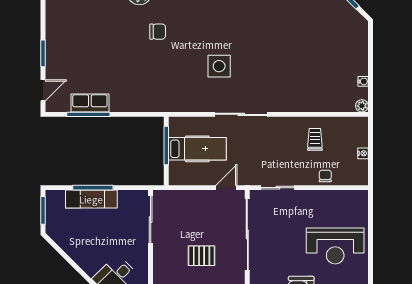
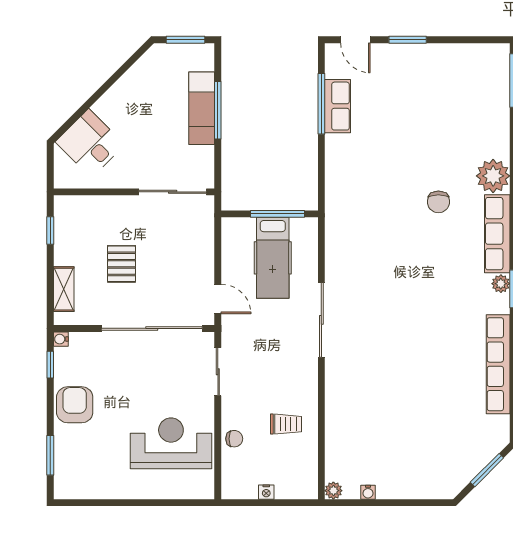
side table: (219, 66) -> (390, 289), removed
reception desk: (335, 246) -> (171, 443), moved, turned 90

